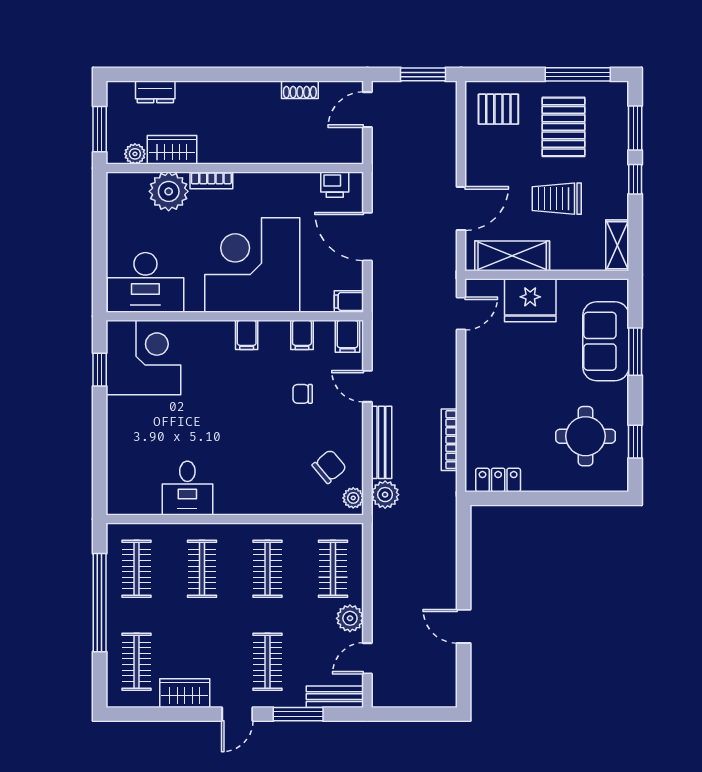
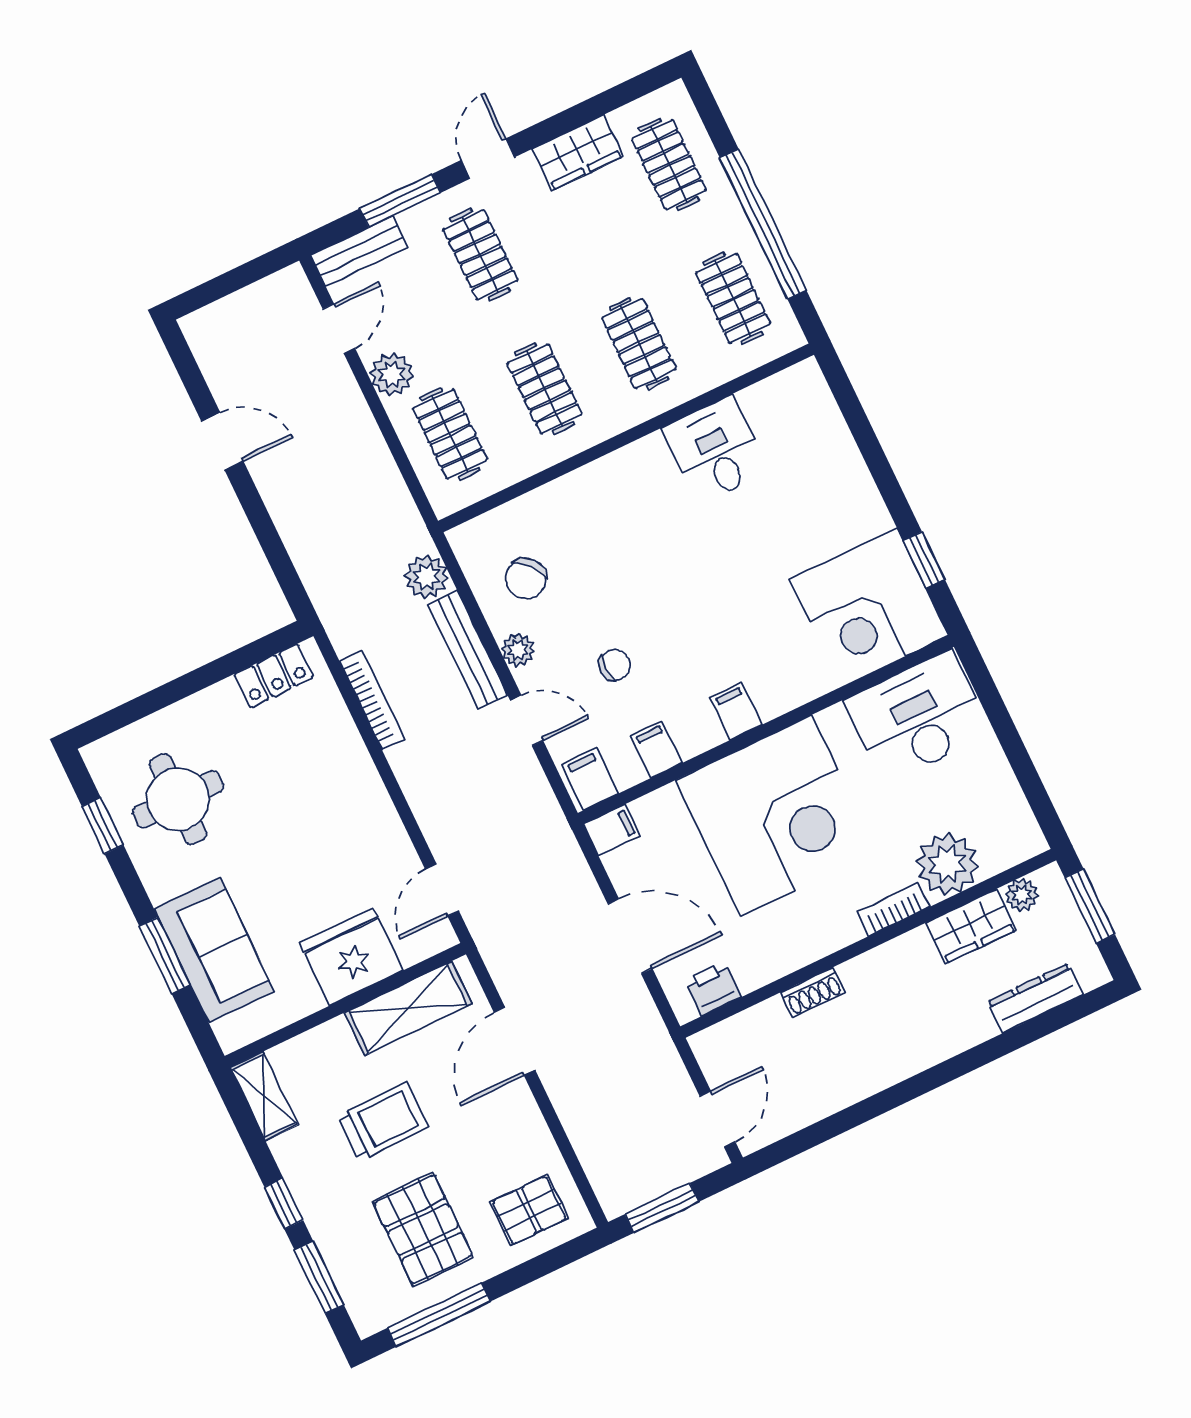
shoe rack: (300, 90) -> (813, 992), moved, turned 180
dresser: (155, 92) -> (1035, 998), width x1.44
plant: (353, 498) -> (518, 650), moved

